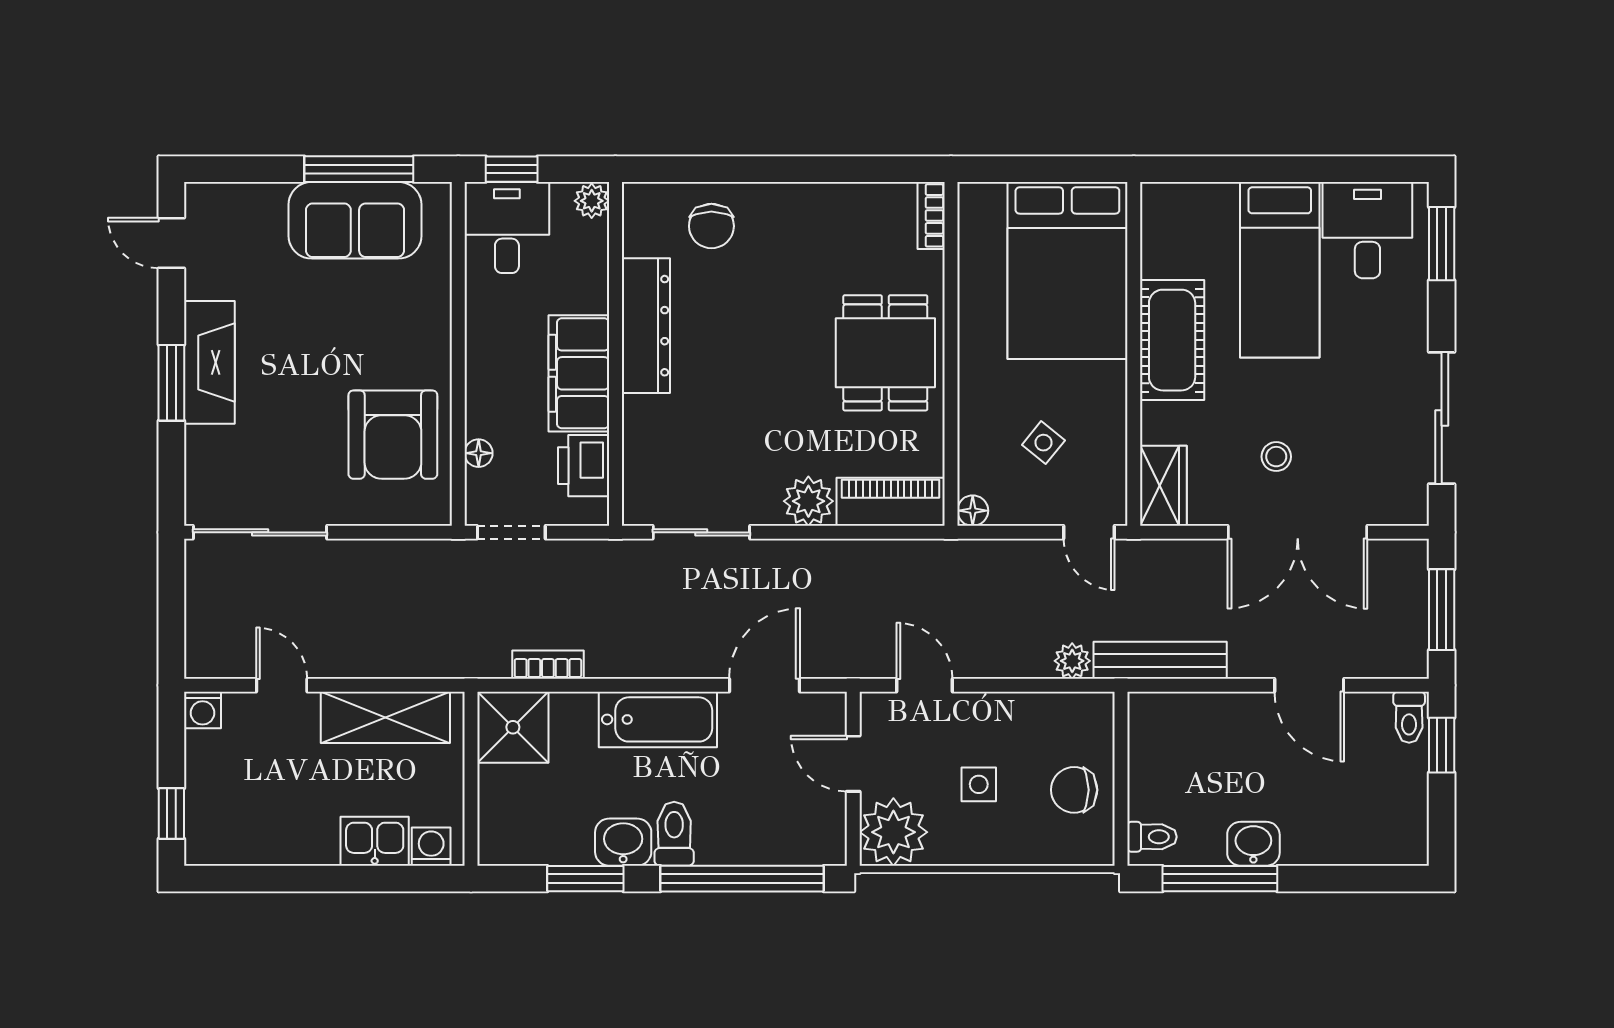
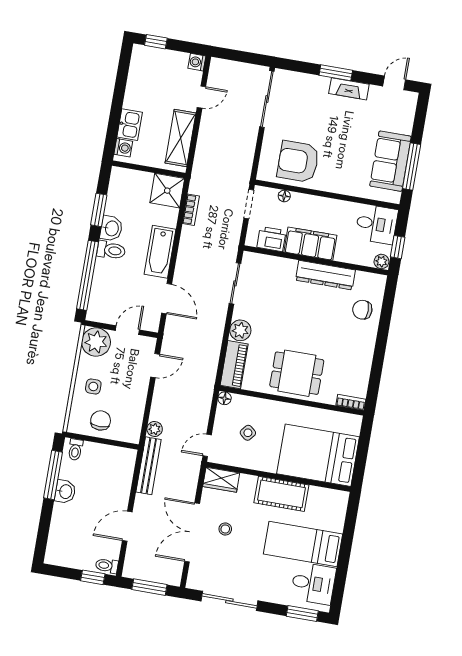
window: (512, 169) -> (398, 247), moved
fireplace: (209, 362) -> (349, 89), width x0.73, depth x0.76
side table: (979, 784) -> (93, 386), moved

